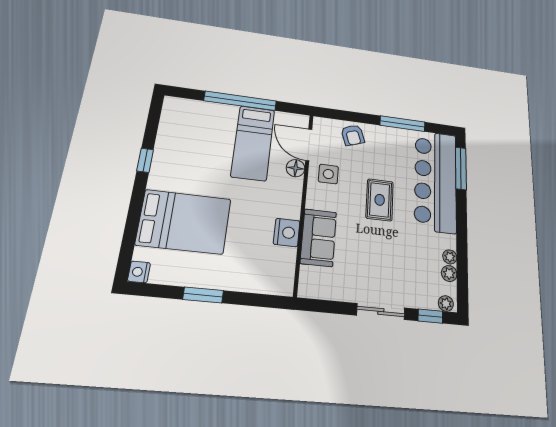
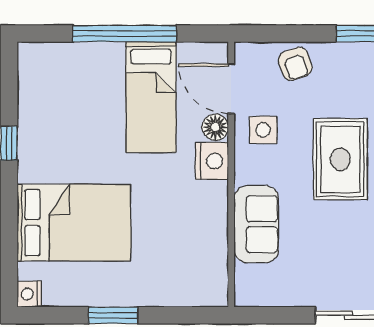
rug: (380, 200) -> (340, 159), width x1.36, depth x1.43
nightstand: (287, 232) -> (212, 161), moved

